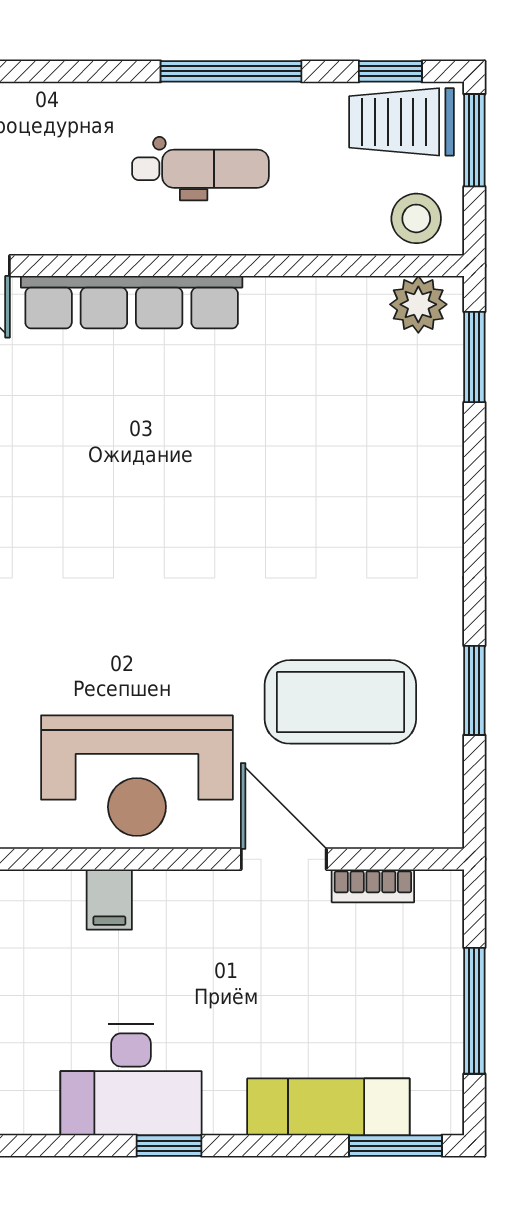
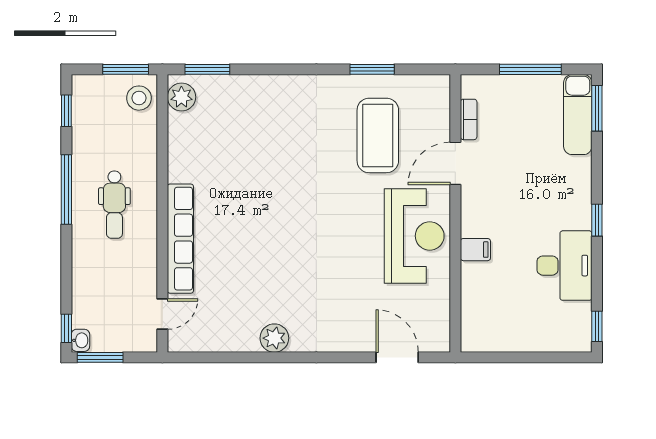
trolley: (401, 122) -> (91, 105), removed
window: (474, 140) -> (126, 69), moved
dental chair: (200, 169) -> (114, 205), turned 180
desk: (131, 1080) -> (564, 266), moved
exam couch: (328, 1107) -> (578, 115), moved

